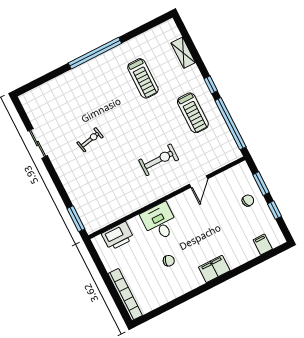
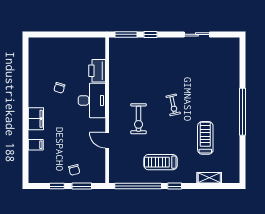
treadmill: (143, 78) -> (205, 138), turned 90
exercise bike: (90, 140) -> (173, 105), moved
window: (63, 193) -> (150, 34), added
desk: (160, 222) -> (92, 100), width x1.37
printer: (118, 236) -> (97, 71), moved
filing cabinet: (263, 244) -> (36, 145), moved
bookcase: (125, 295) -> (51, 42), removed

